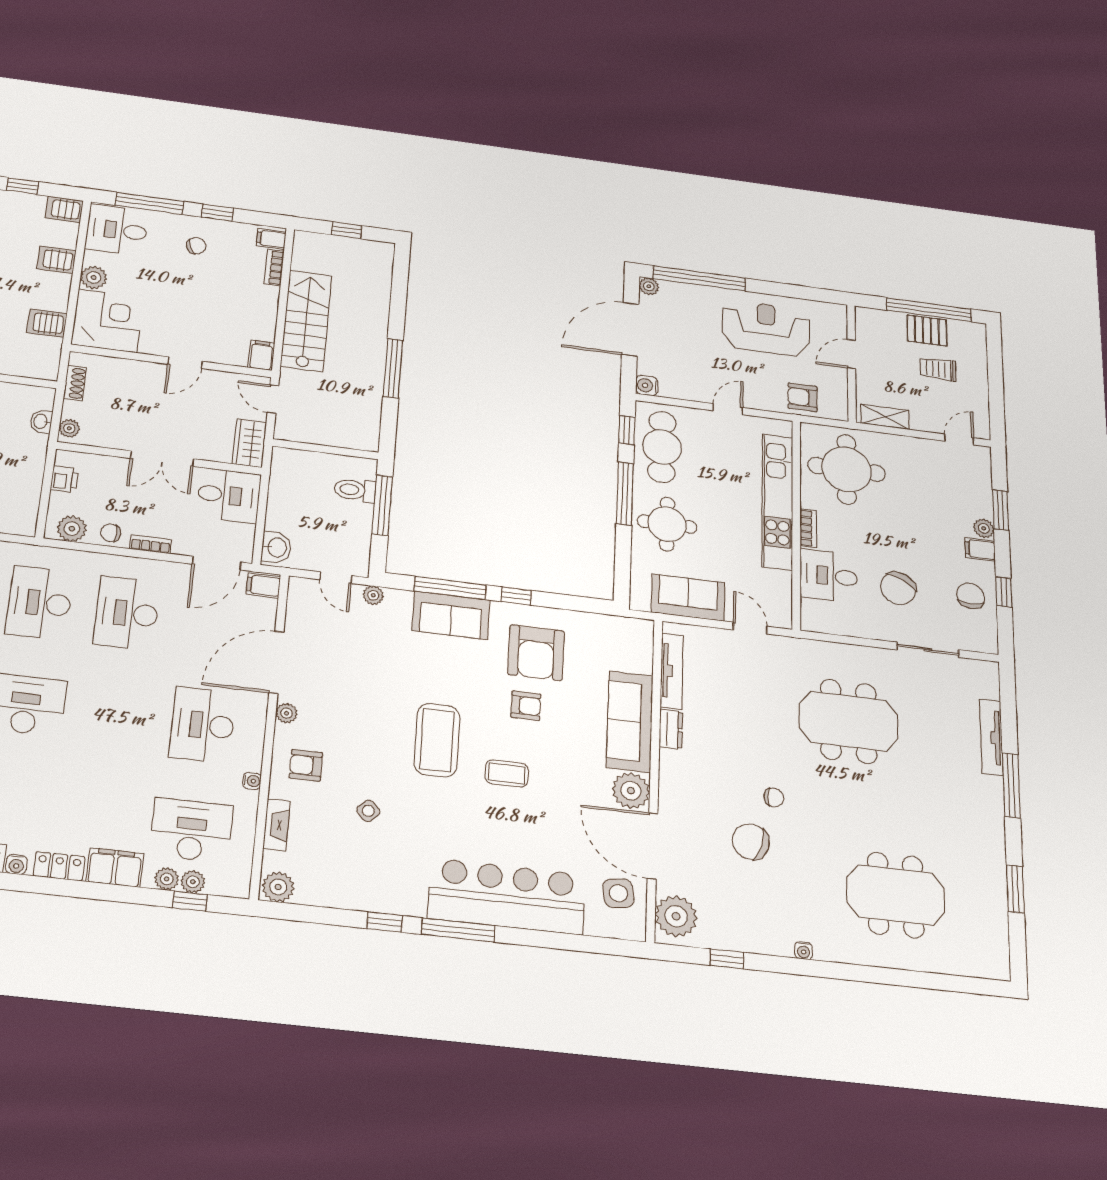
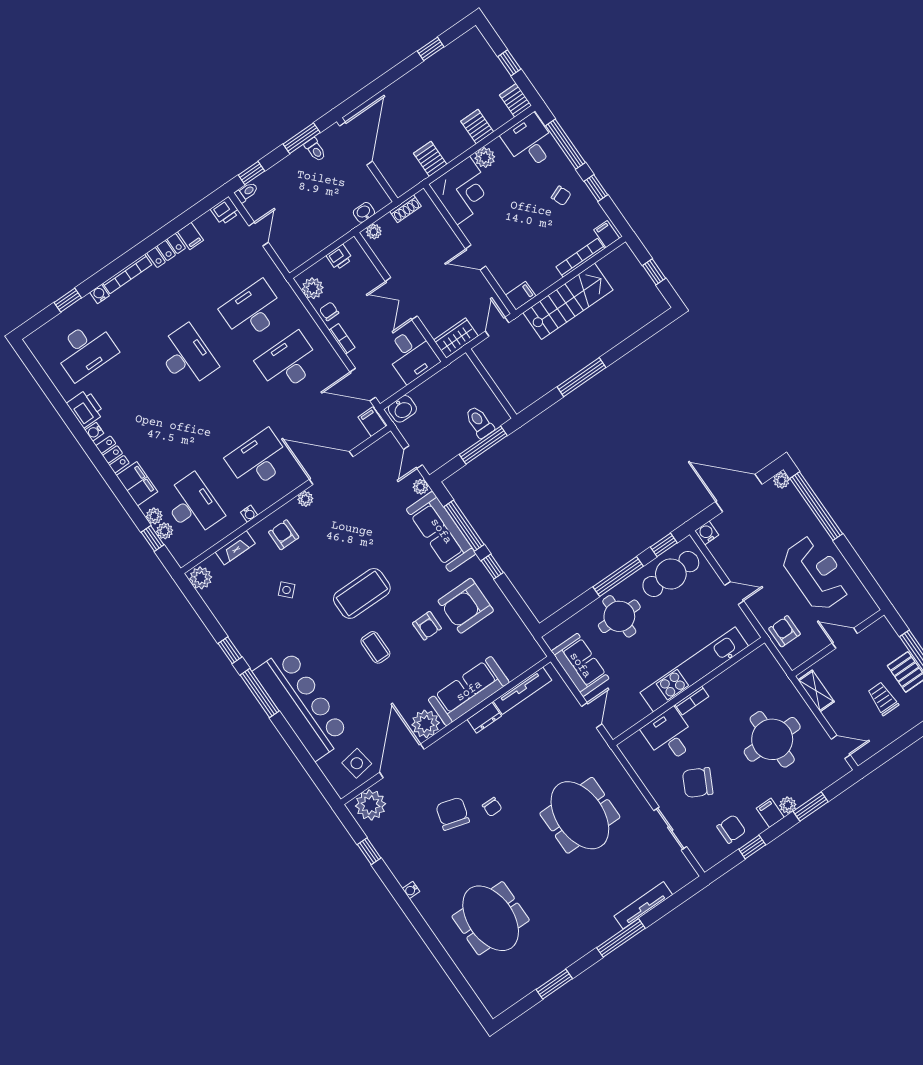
bookcase: (274, 268) -> (580, 258), width x1.56
round table: (847, 469) -> (772, 739), moved
sofa: (451, 615) -> (441, 531), width x1.36

